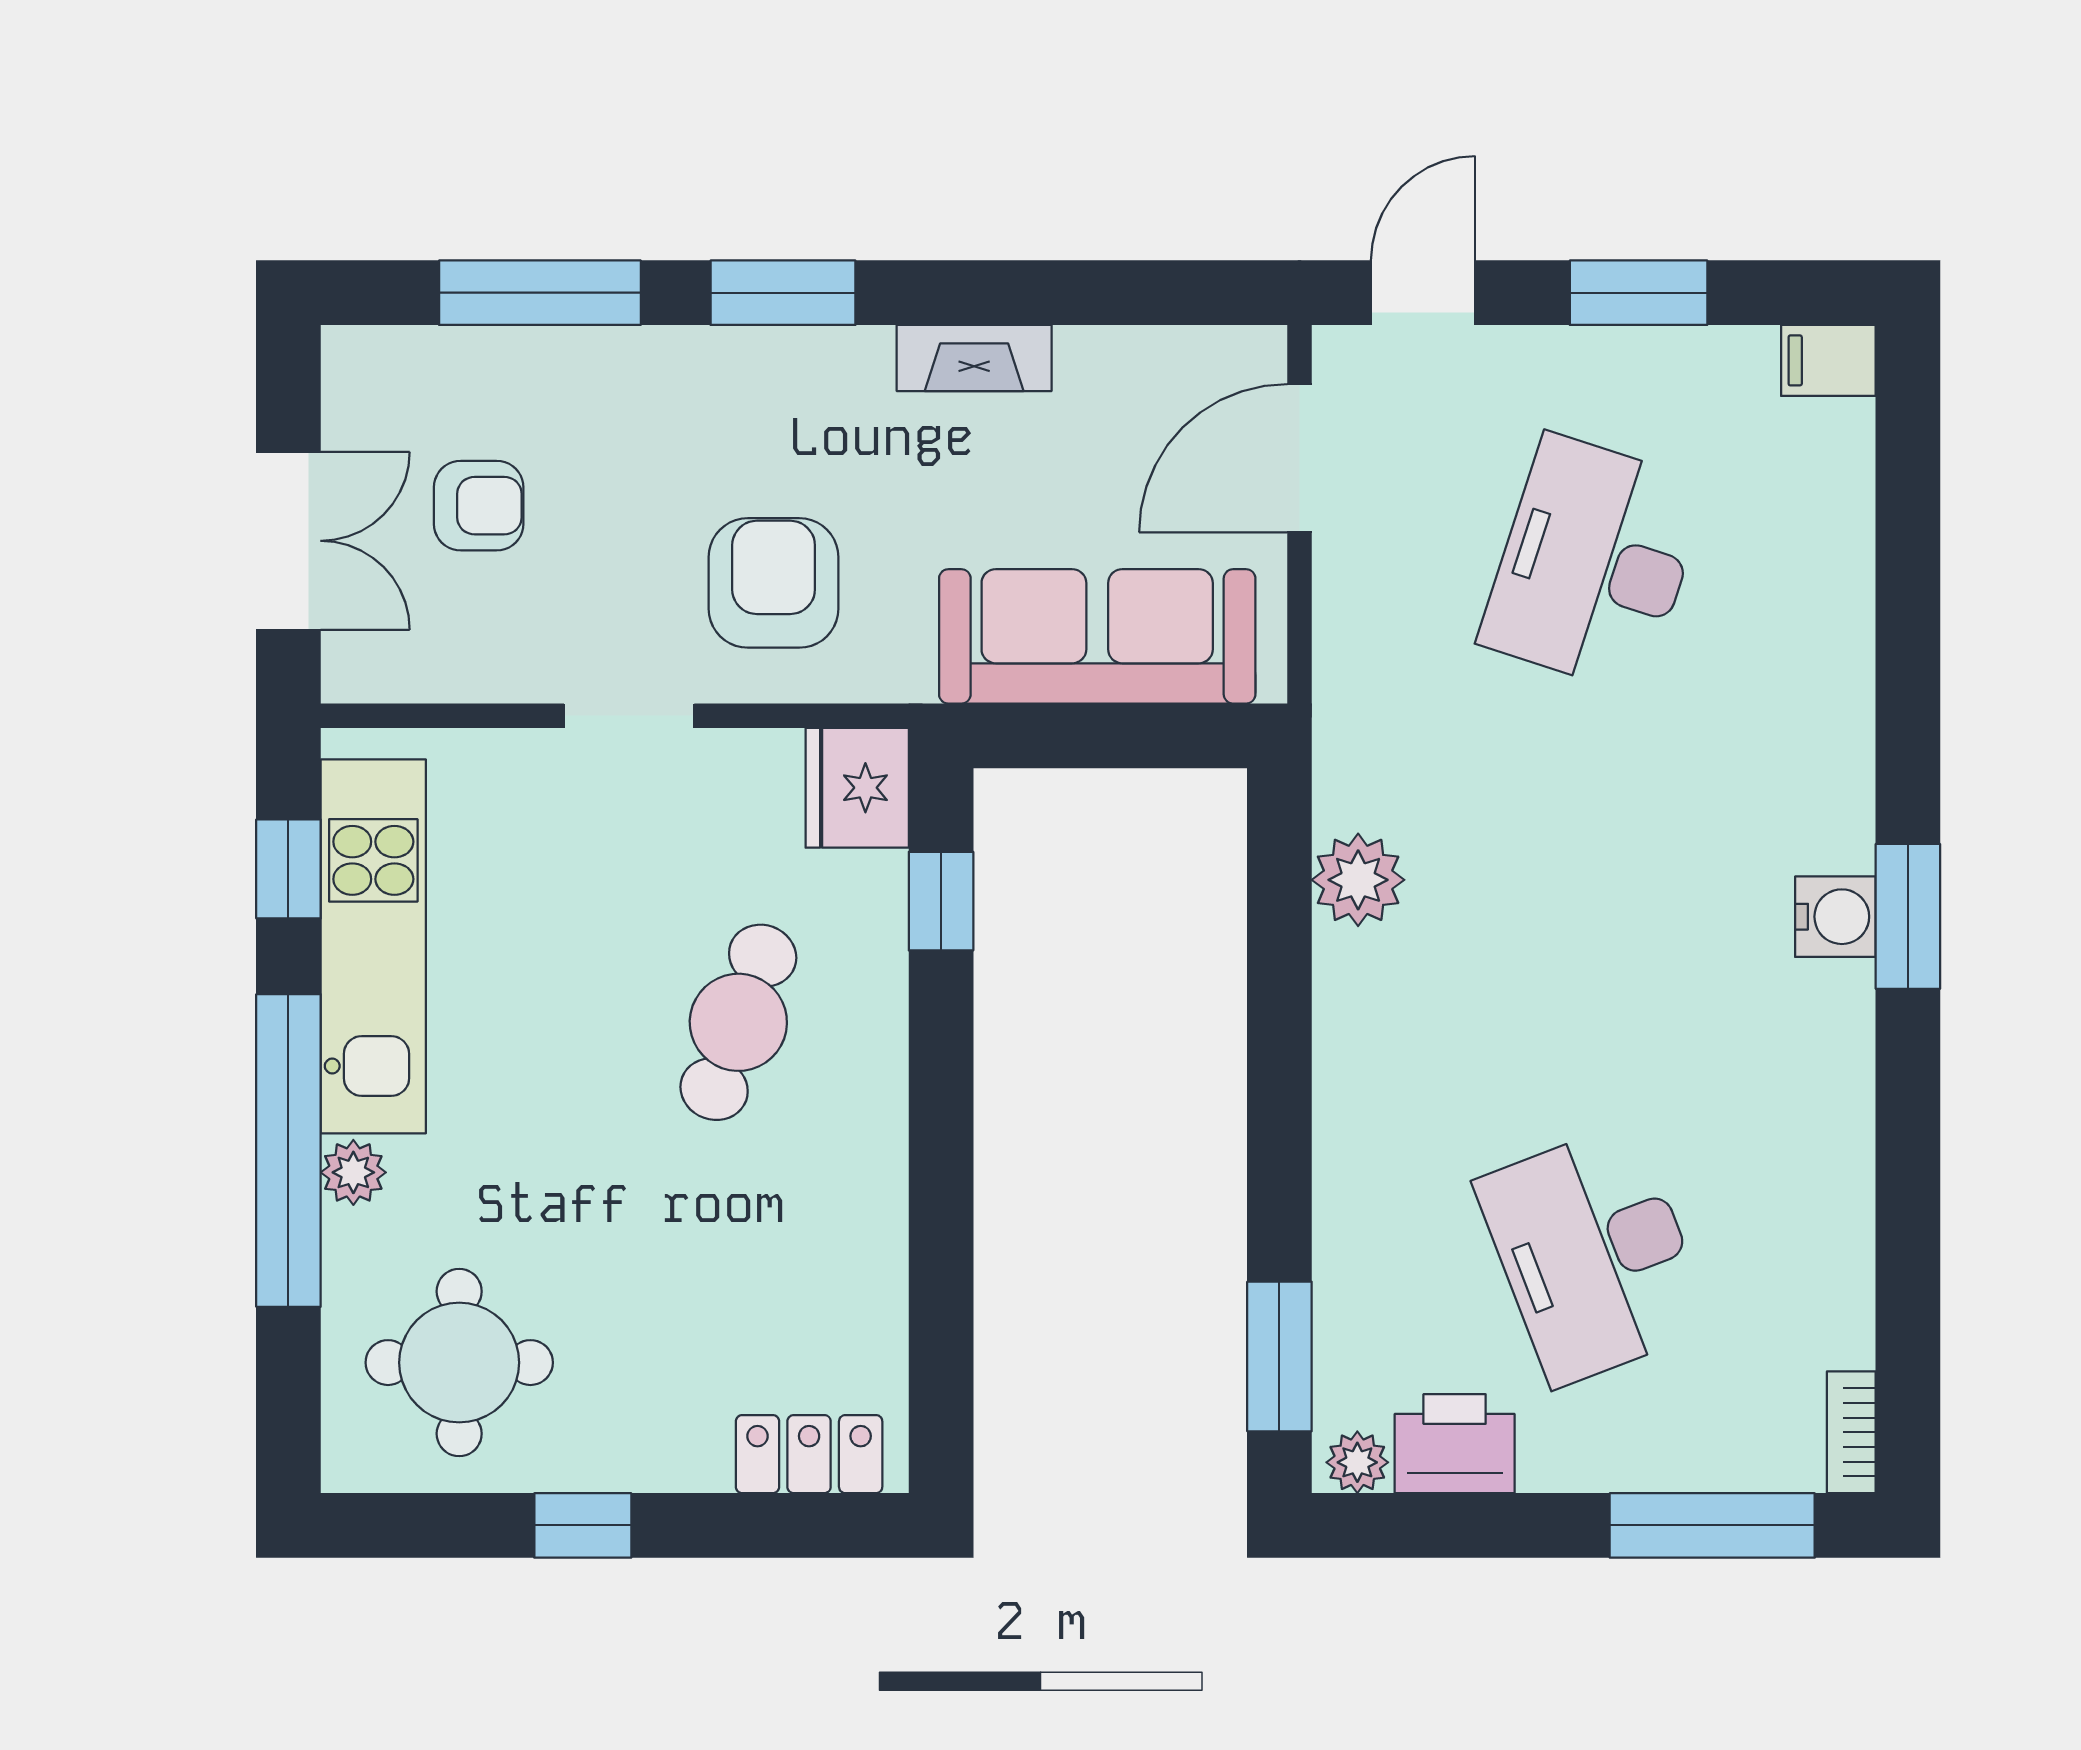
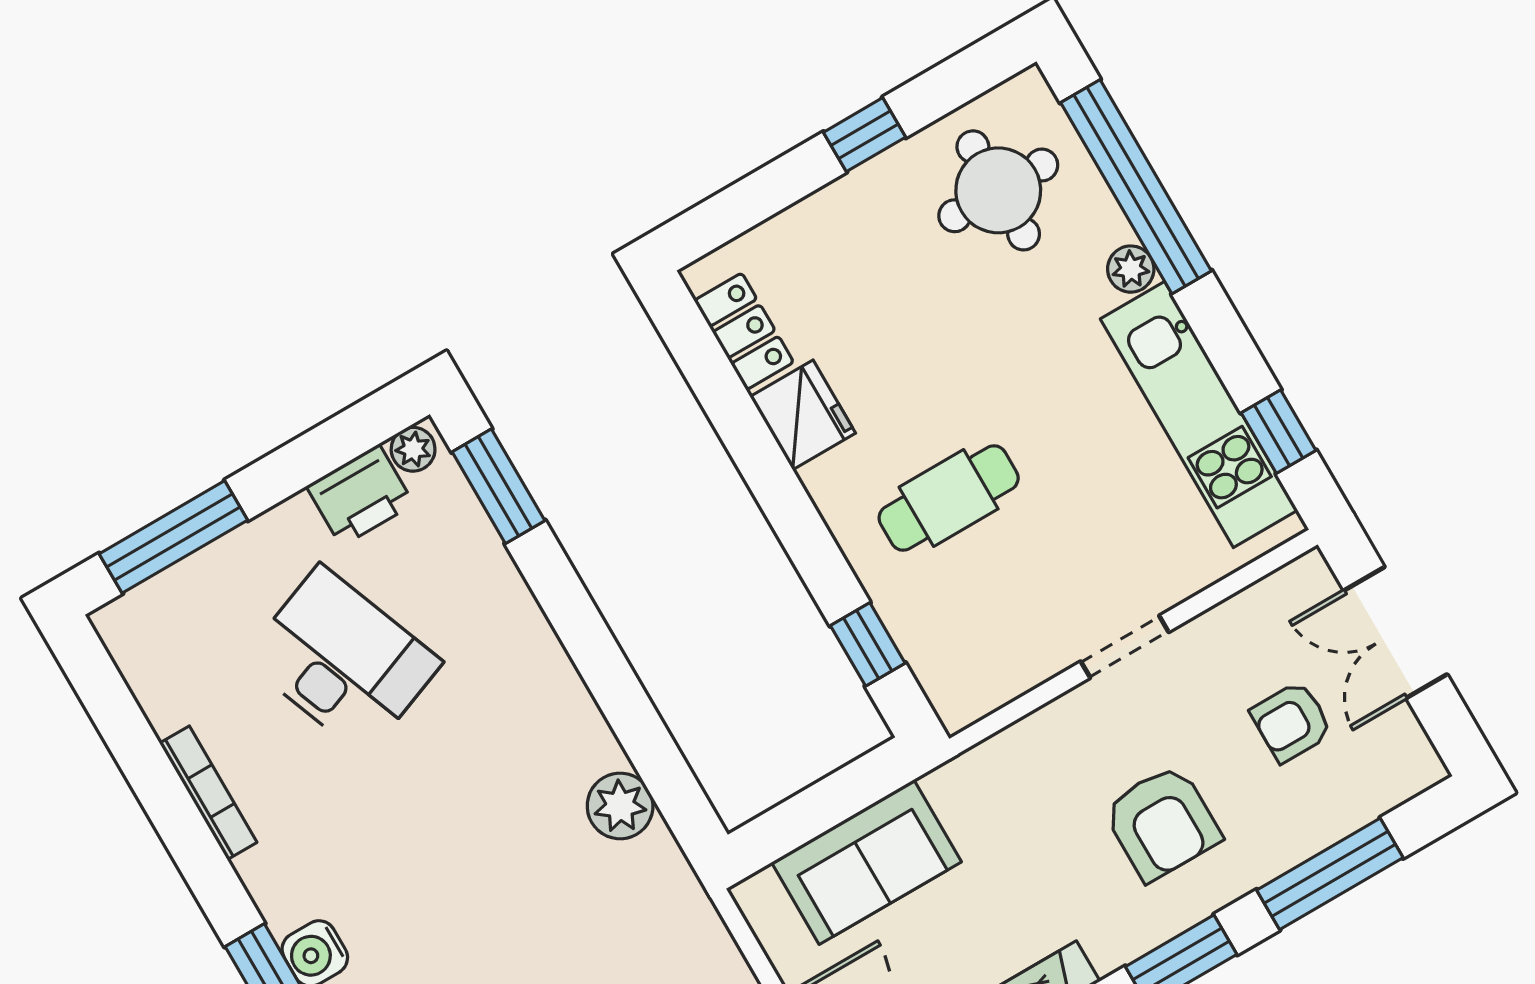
armchair: (774, 583) -> (1162, 823), moved
sofa: (1097, 636) -> (866, 862), width x0.73
fridge: (857, 788) -> (803, 415), moved
cafe table: (738, 1022) -> (949, 498), turned 70
window: (288, 1151) -> (1136, 187), moved
bookcase: (1851, 1432) -> (208, 793), moved, width x1.56
locker: (809, 1454) -> (744, 331), moved, turned -90

